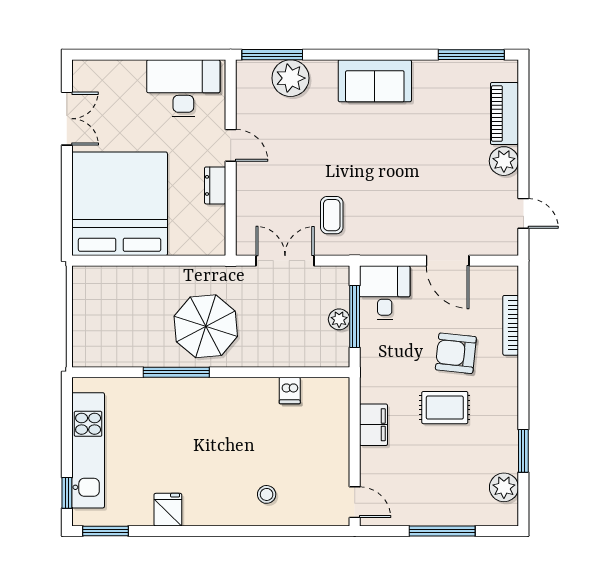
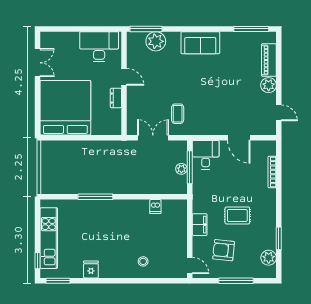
parasol: (206, 326) -> (111, 173), removed
armchair: (456, 353) -> (224, 250), moved

